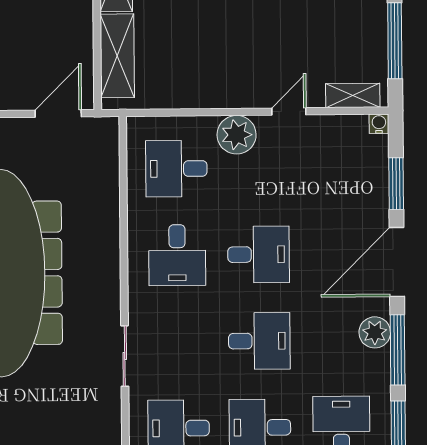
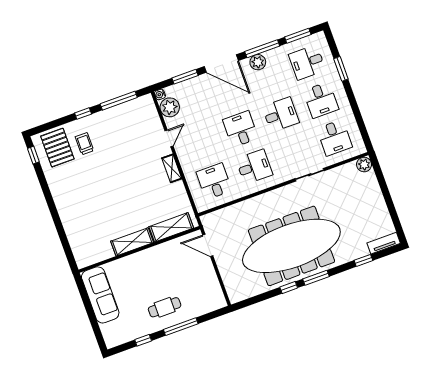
shelving: (353, 95) -> (172, 168), moved
door: (289, 111) -> (169, 138), swing flipped
plant: (237, 135) -> (170, 107), moved
desk: (176, 169) -> (214, 181), turned 180
desk: (259, 341) -> (281, 115), turned 90

